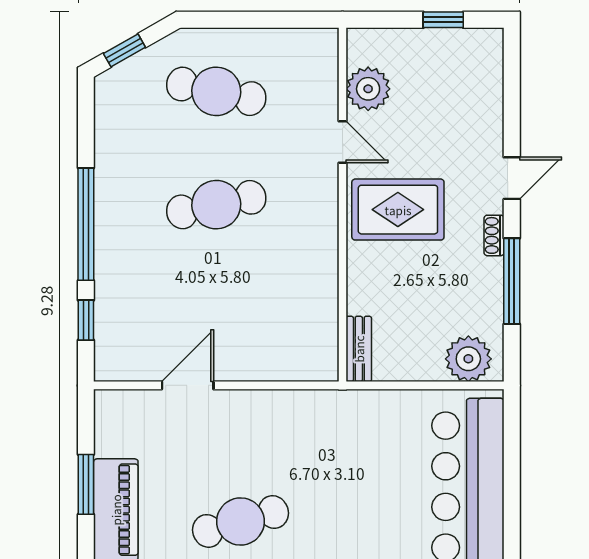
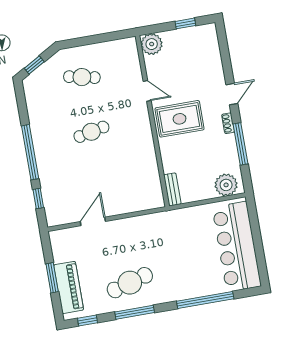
plant: (368, 89) -> (152, 44), moved
cafe table: (216, 91) -> (82, 77), width x0.73, depth x0.74
cafe table: (216, 205) -> (91, 132), width x0.73, depth x0.74

